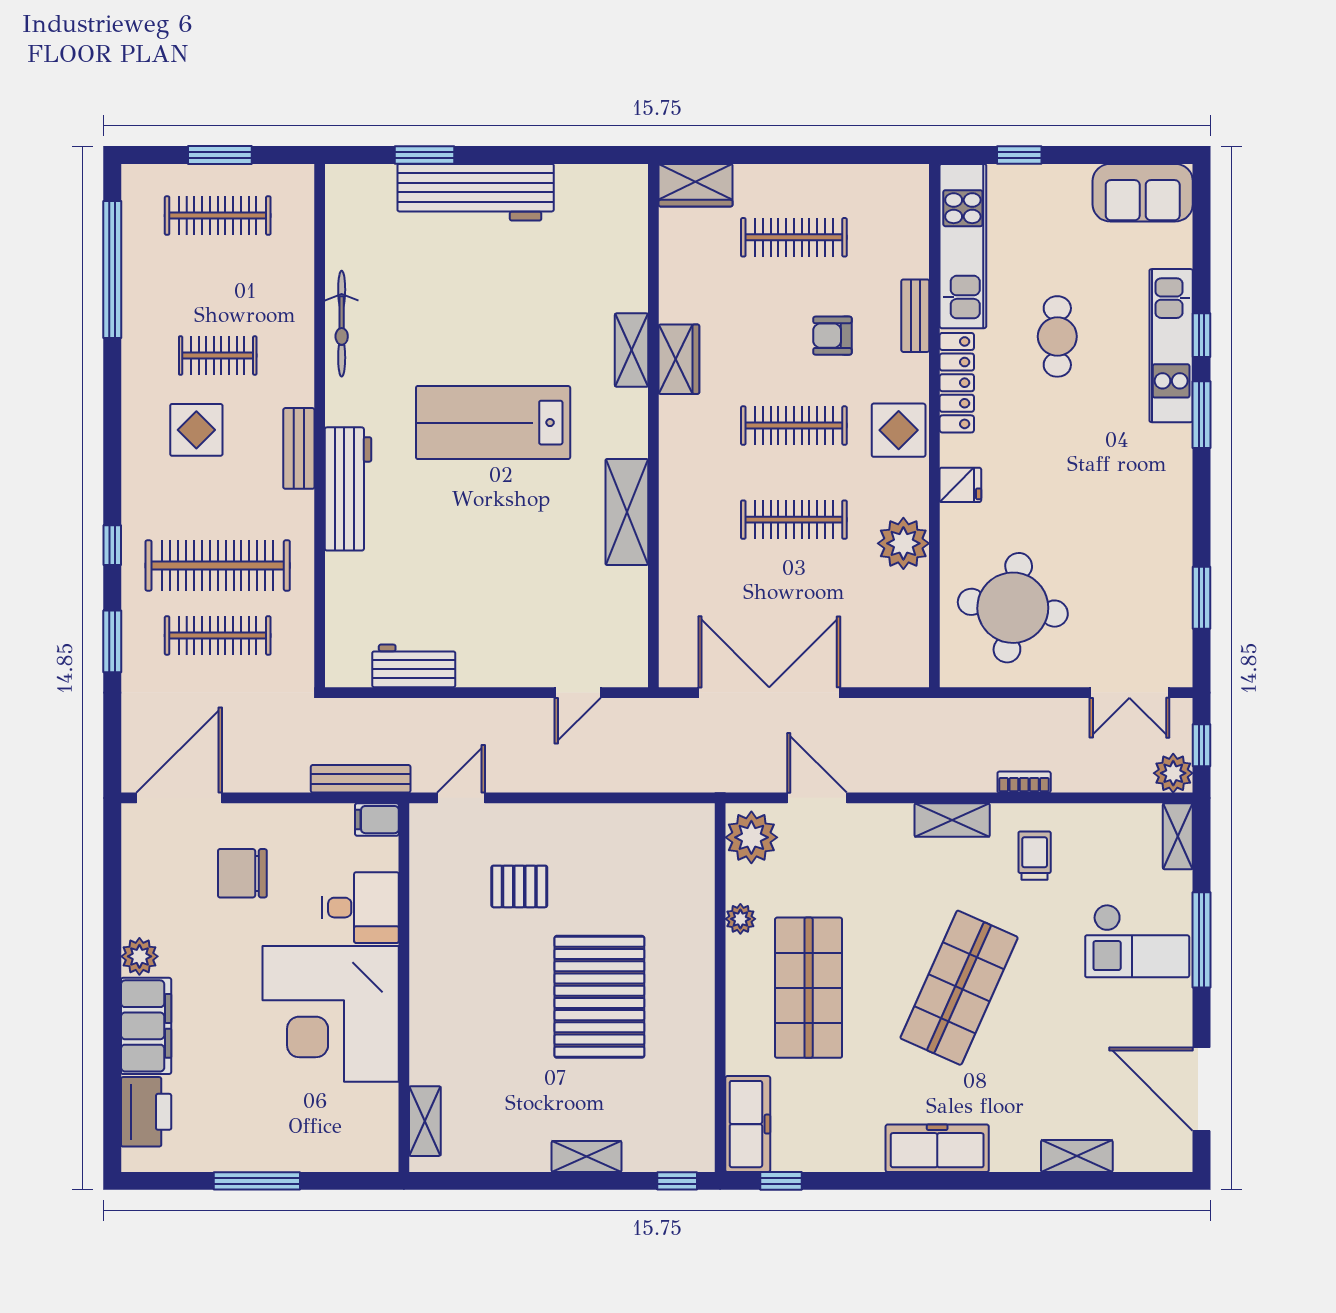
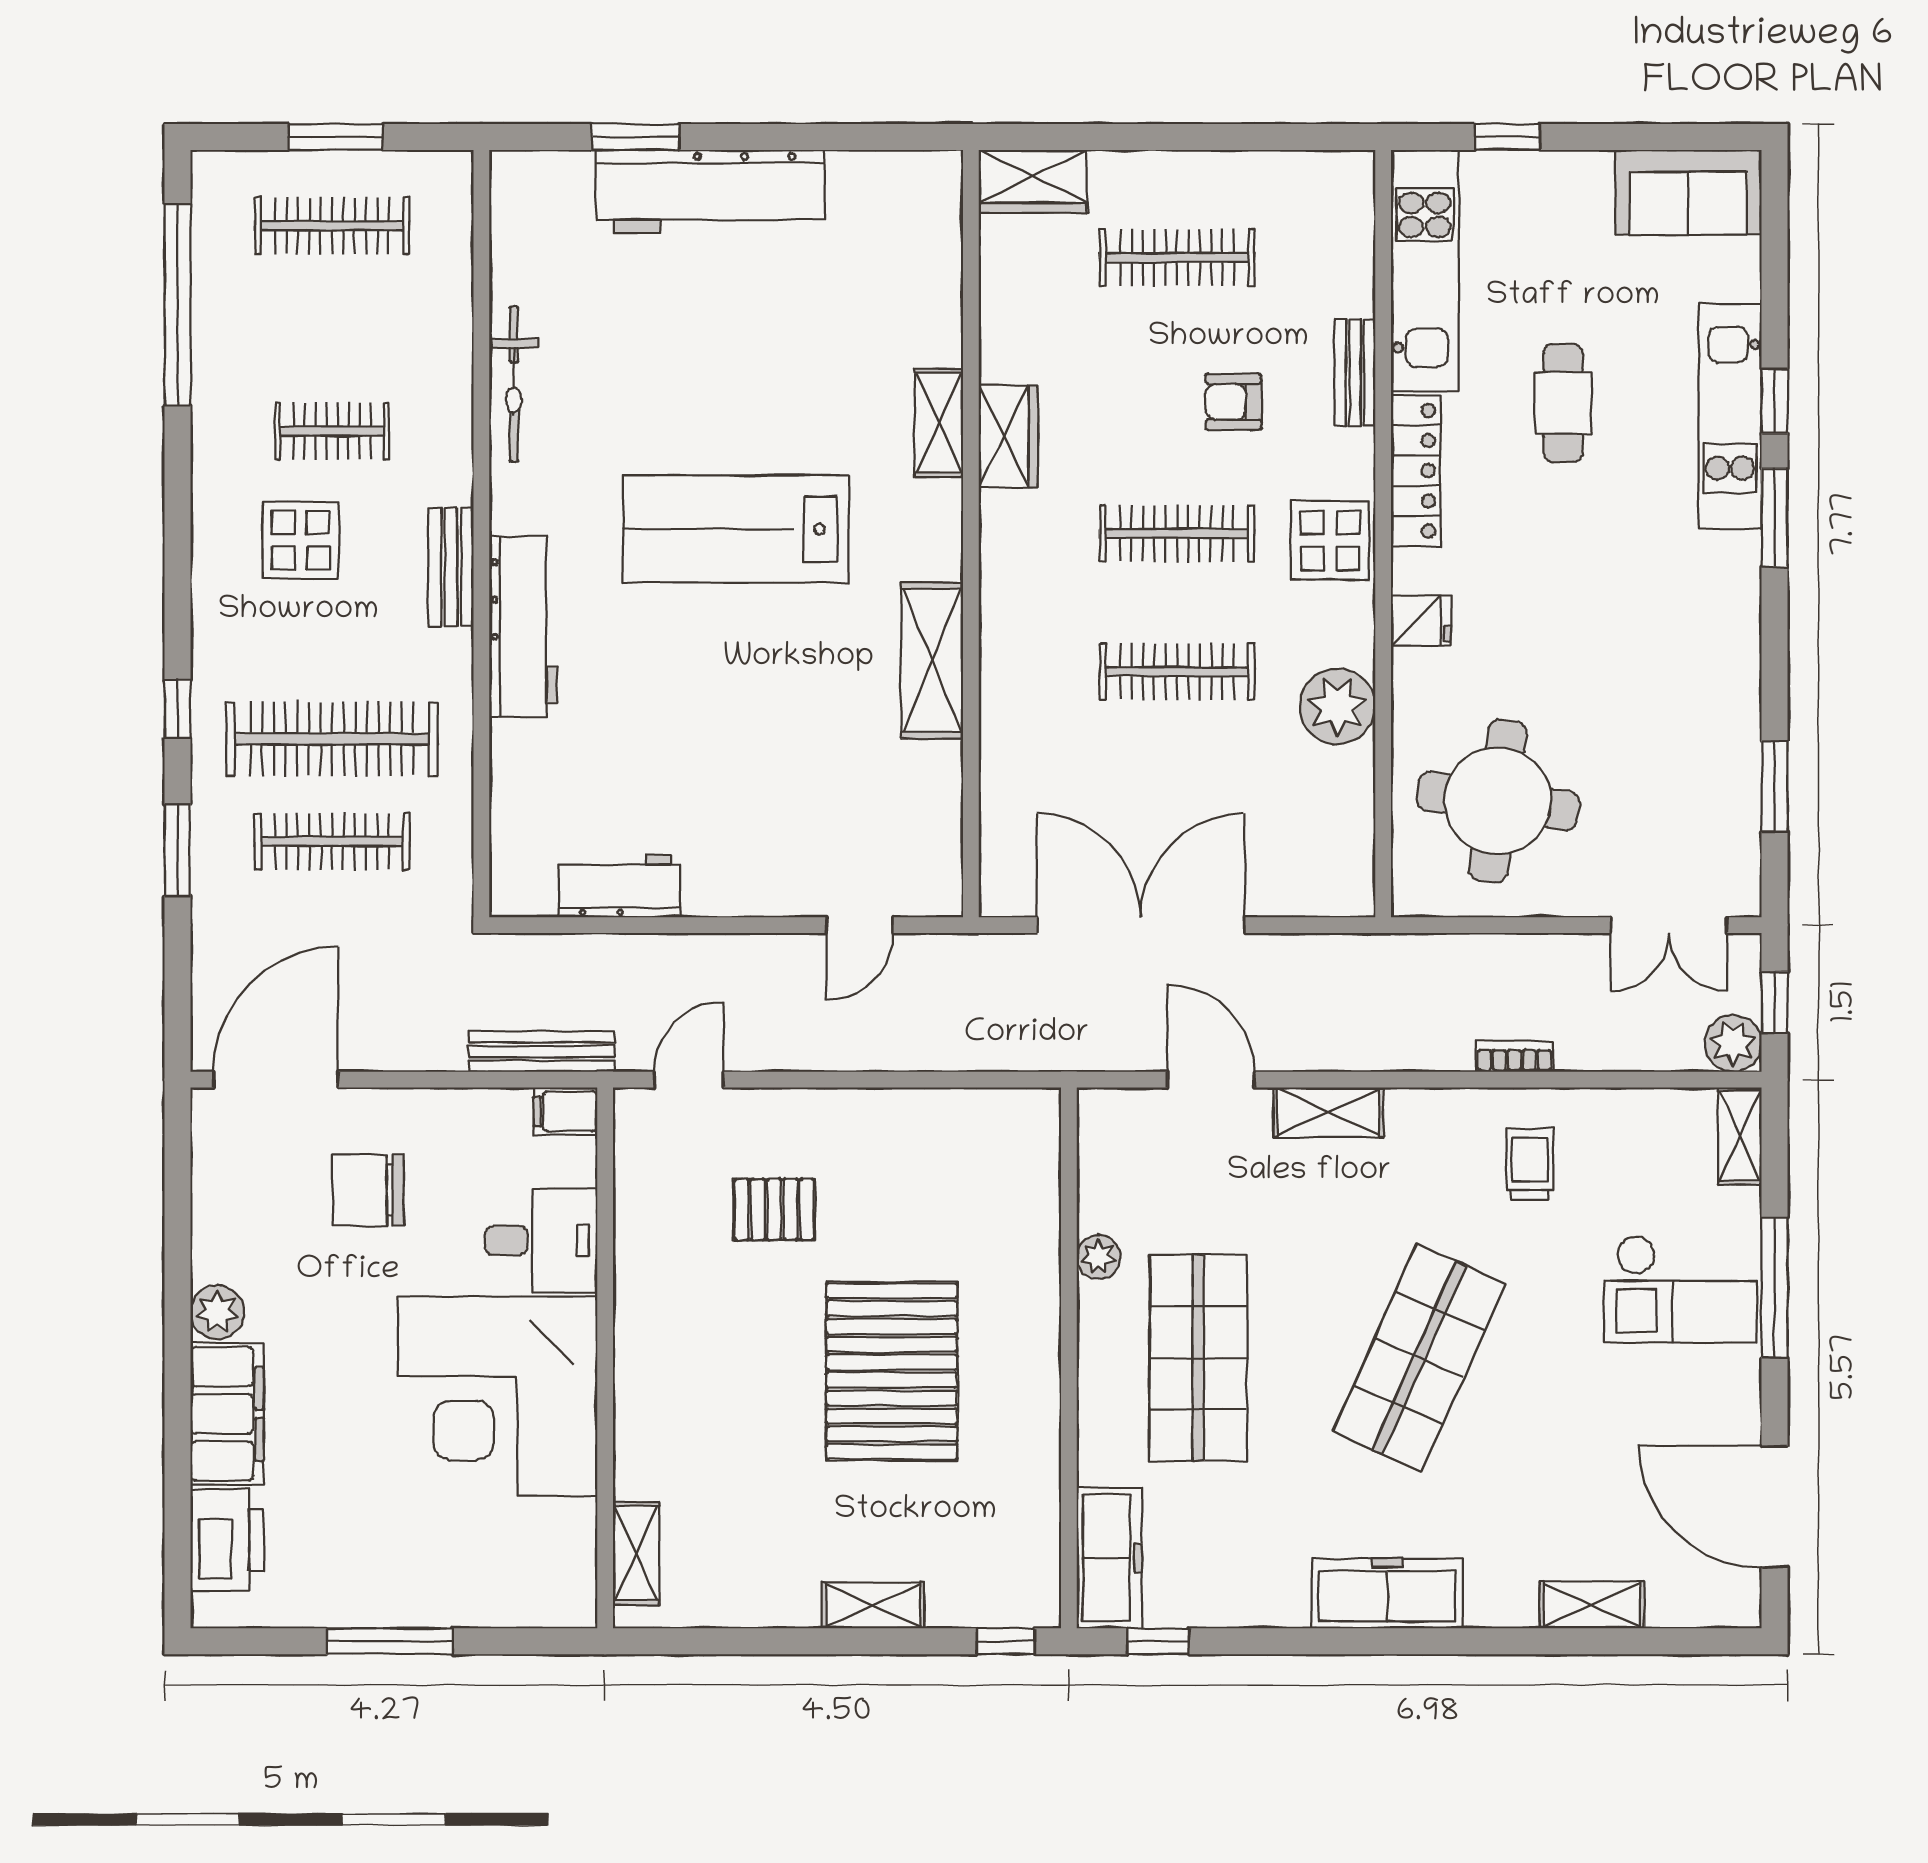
shelving: (952, 820) -> (1328, 1112), moved
plant: (751, 837) -> (1115, 1137), removed

